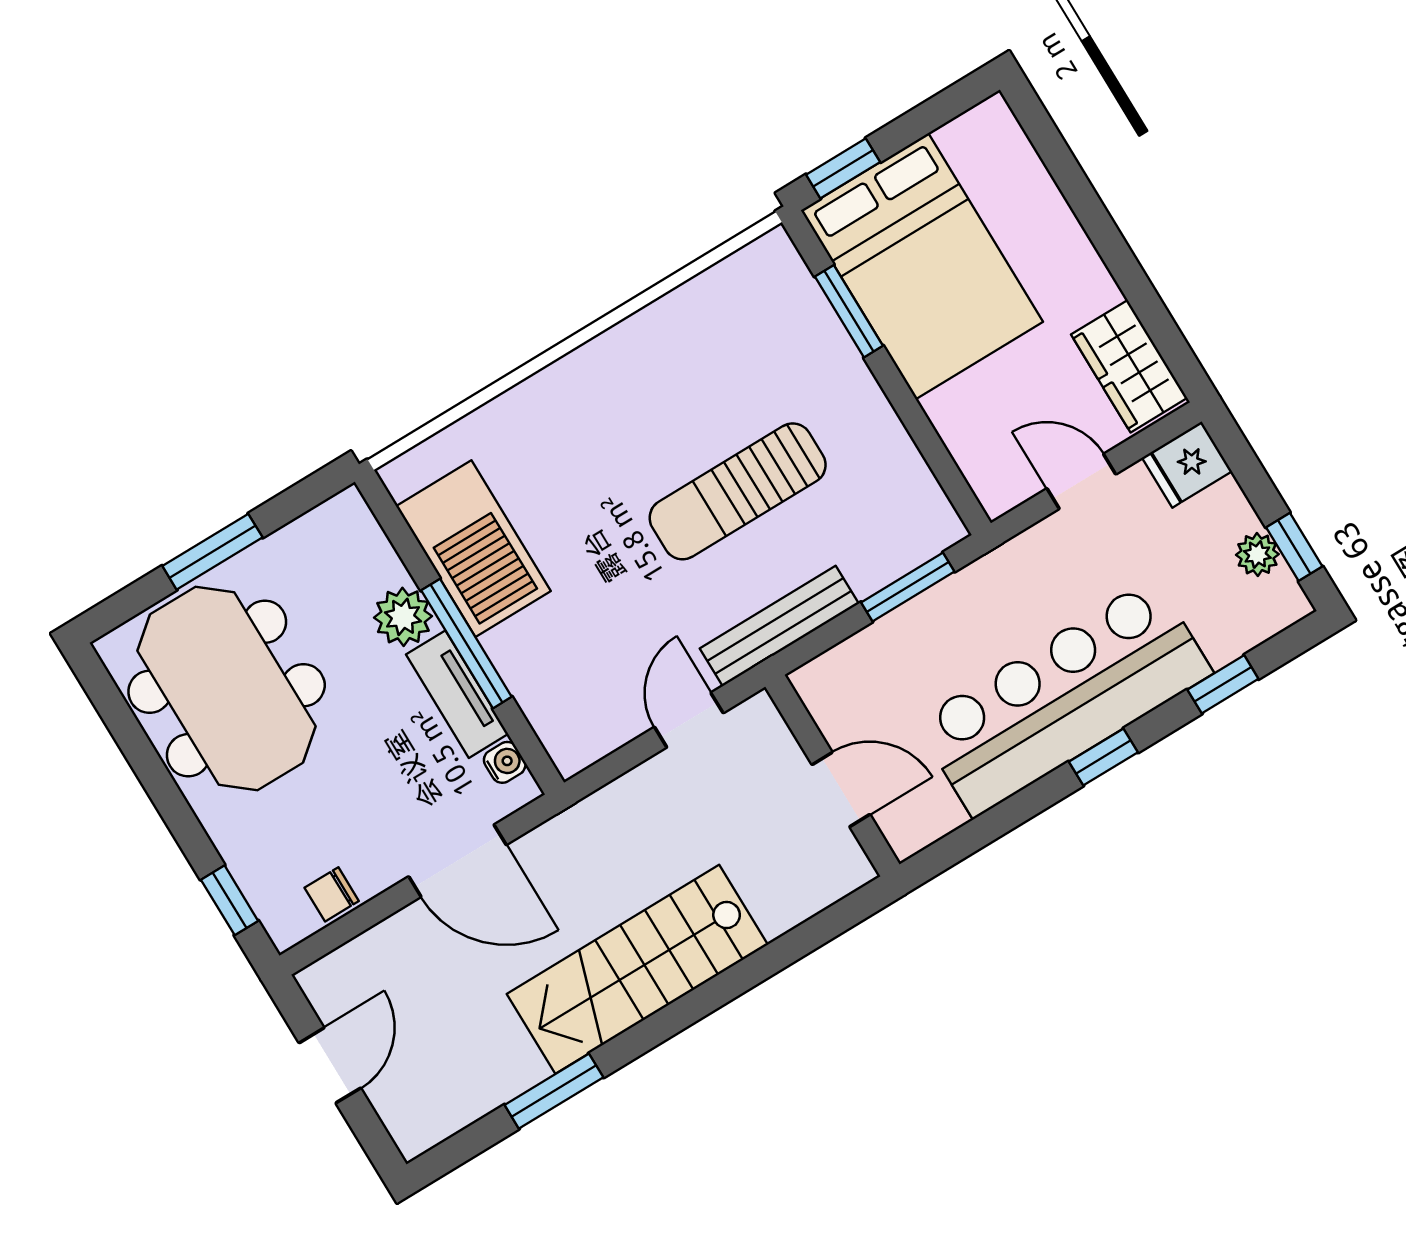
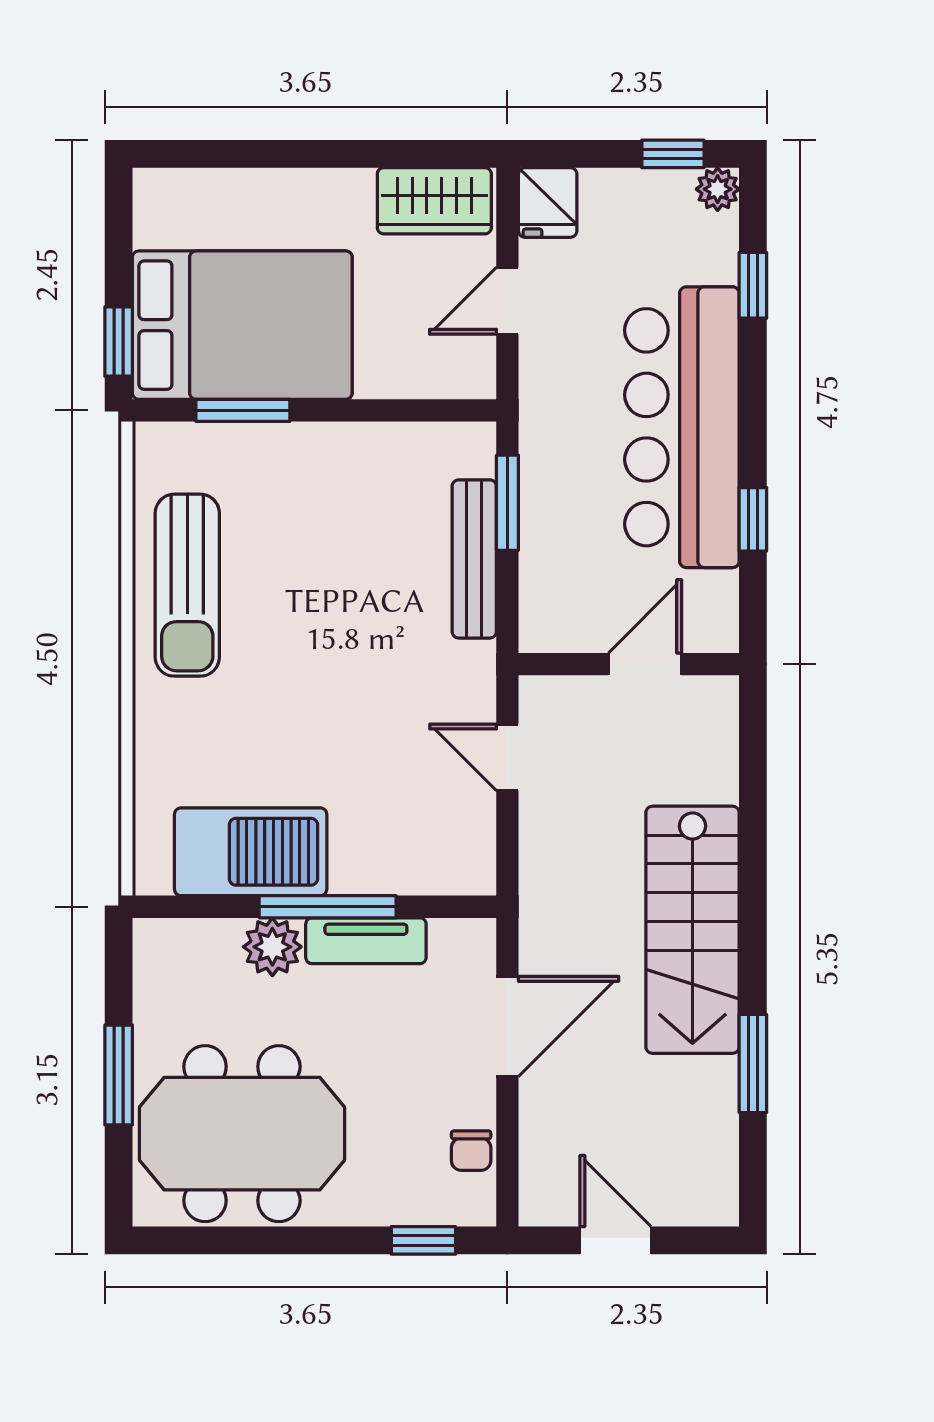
sun lounger: (738, 491) -> (187, 585), moved
plant: (1257, 555) -> (718, 189), moved
bench: (779, 626) -> (474, 559), moved
window: (1103, 757) -> (753, 519), moved
water cooler: (505, 762) -> (448, 936), removed

